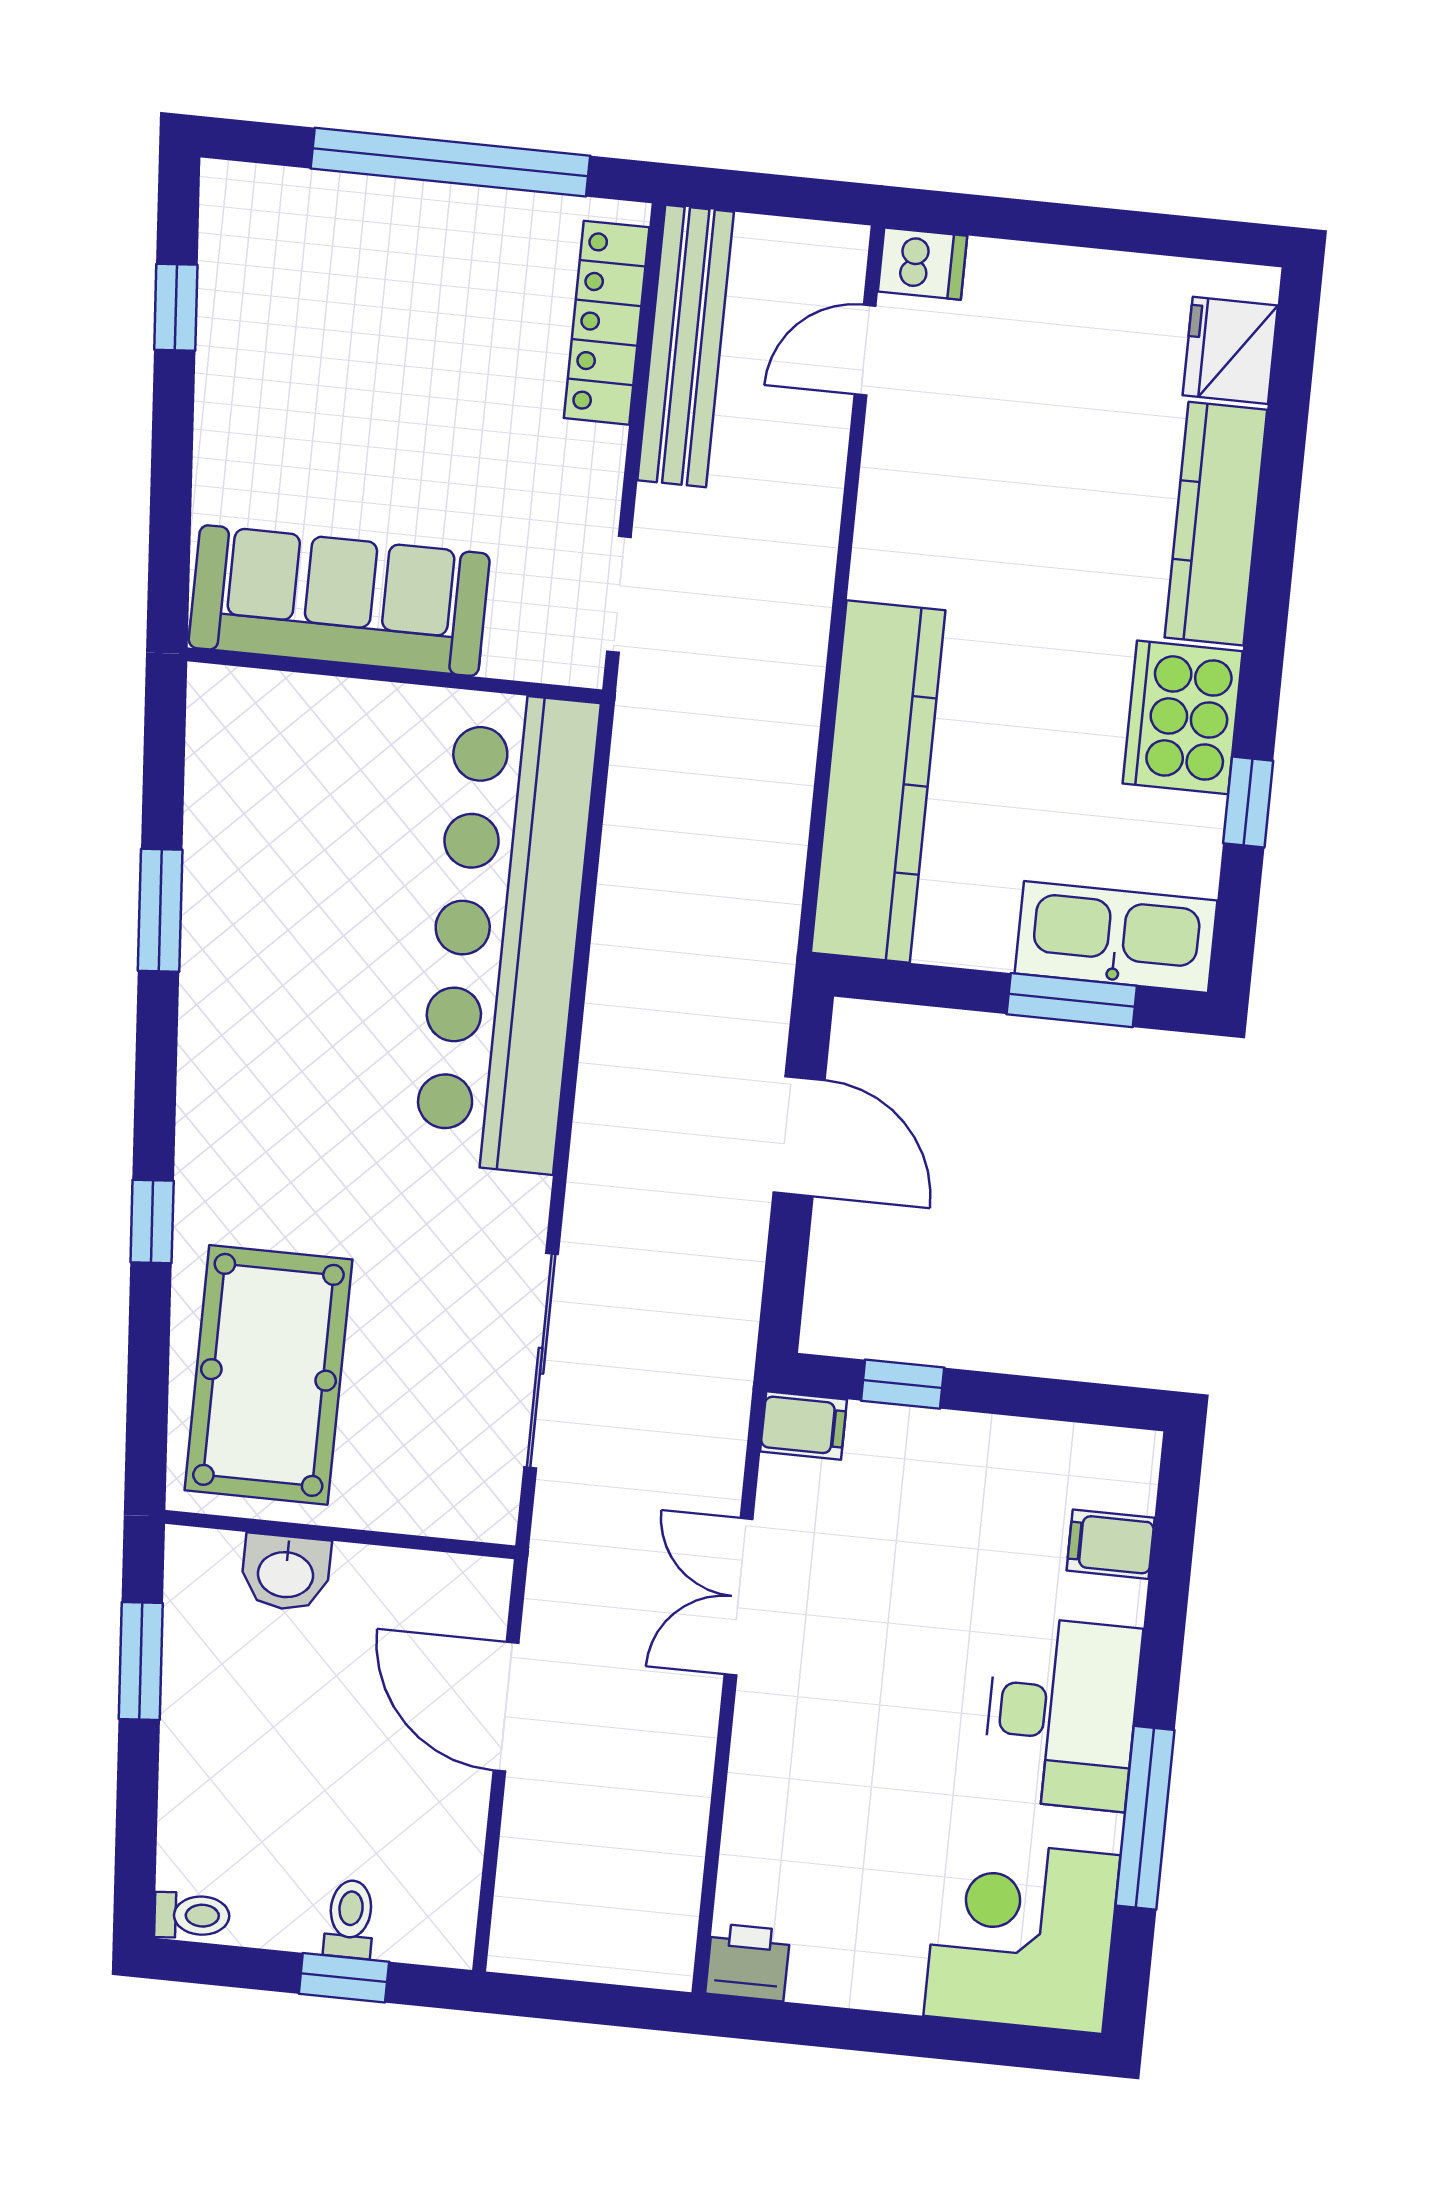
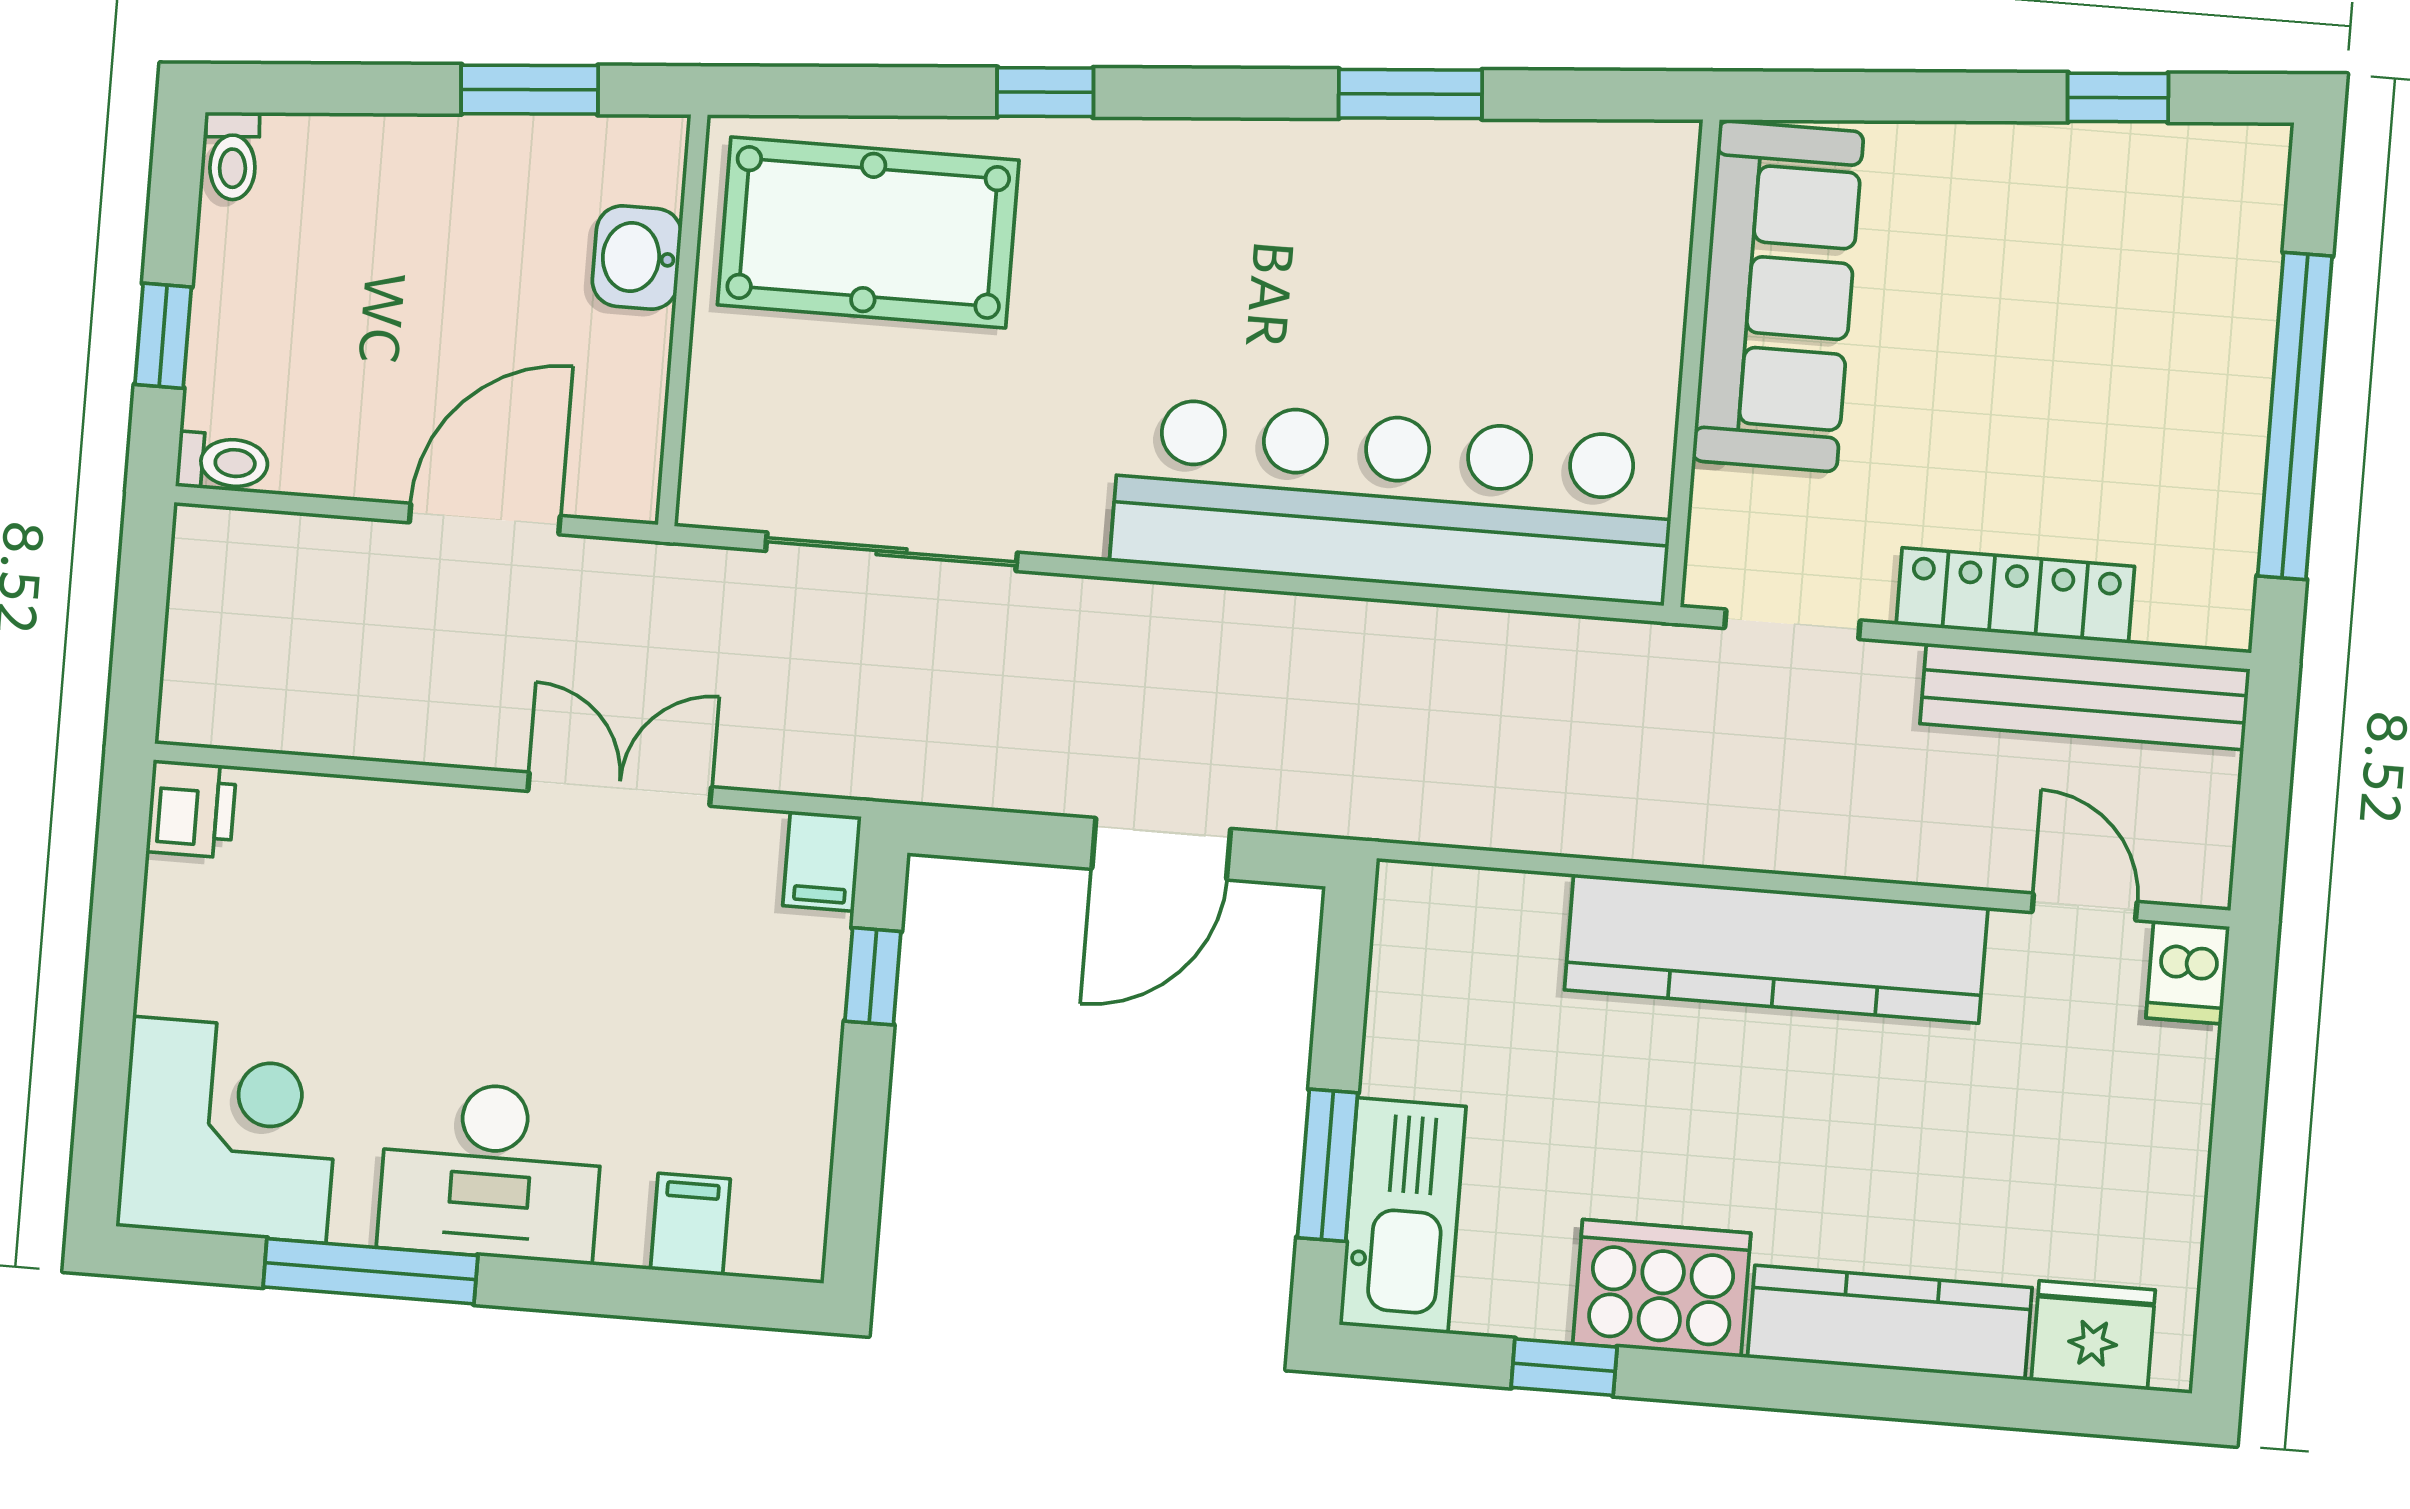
locker: (607, 323) -> (2015, 595), moved
kitchen counter: (878, 782) -> (1776, 949), moved
toilet: (350, 1919) -> (222, 462), moved

